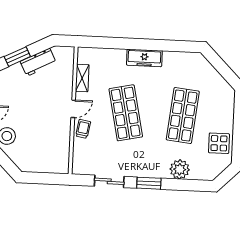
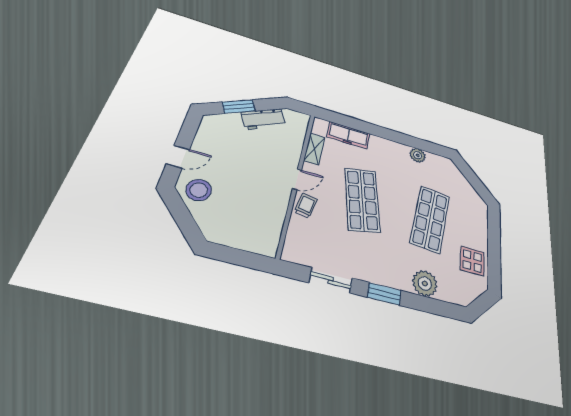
freezer: (144, 58) -> (348, 135), moved
plant: (170, 58) -> (418, 155), added

